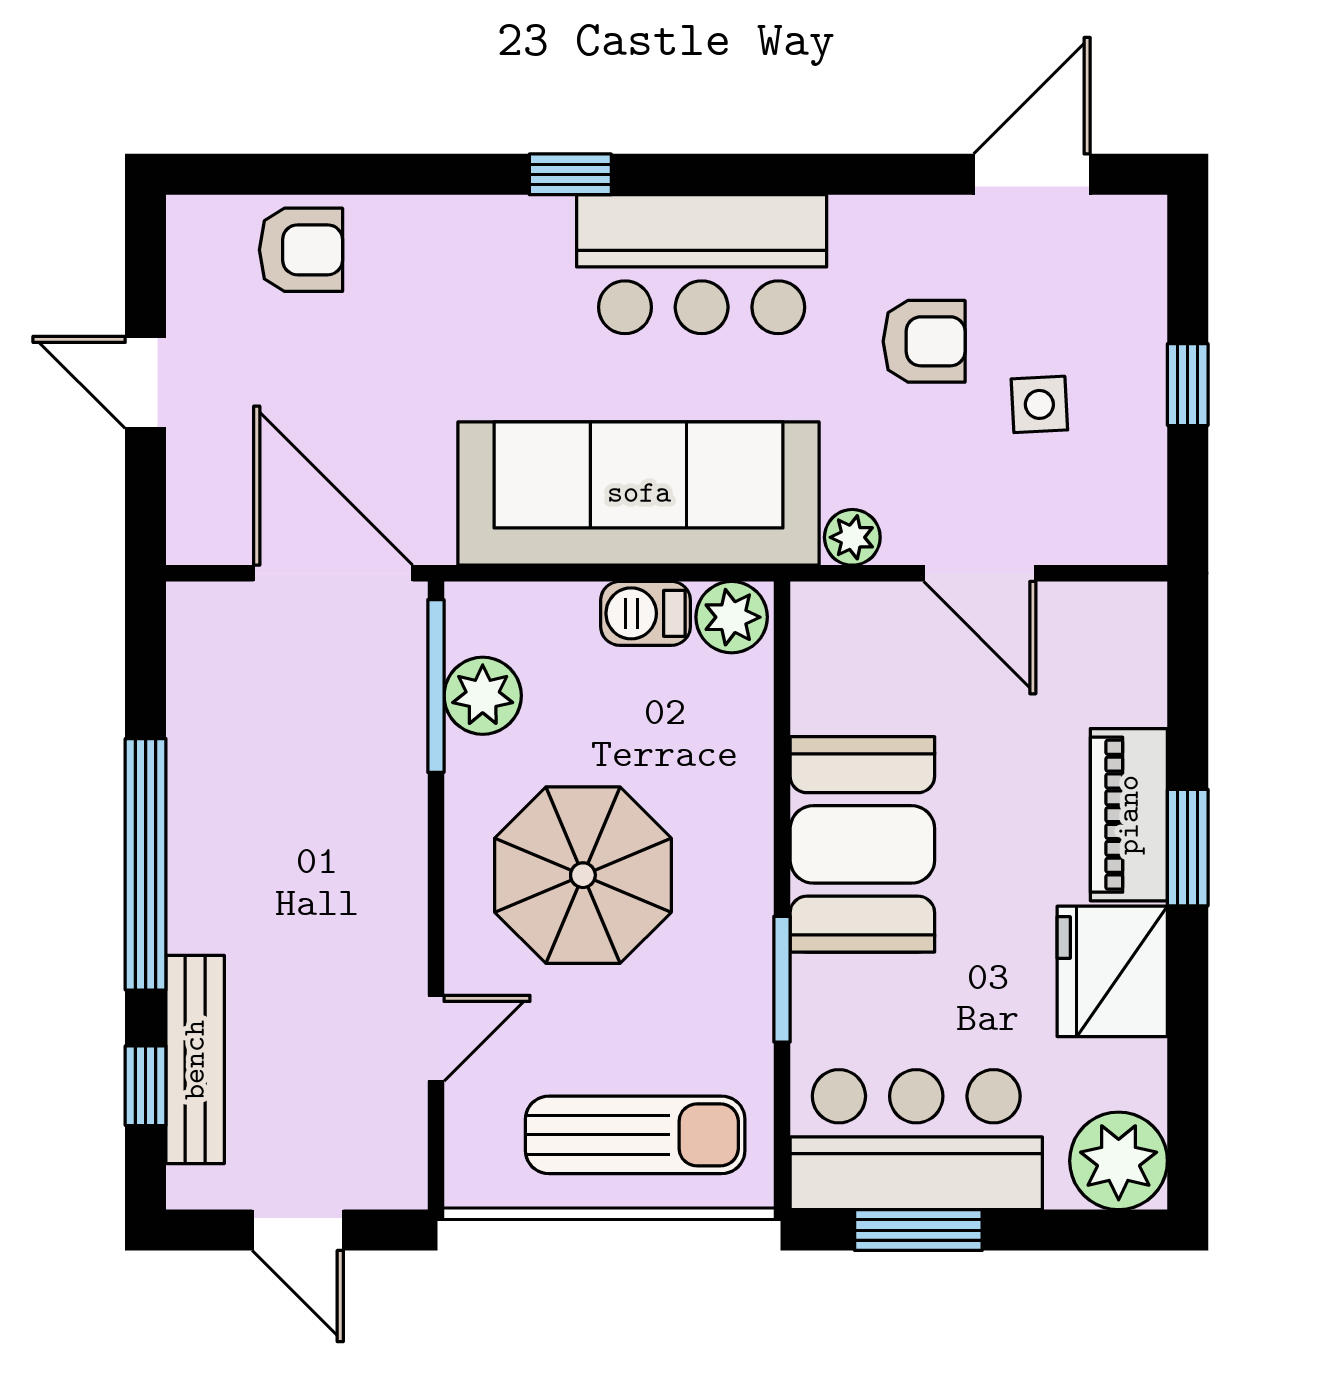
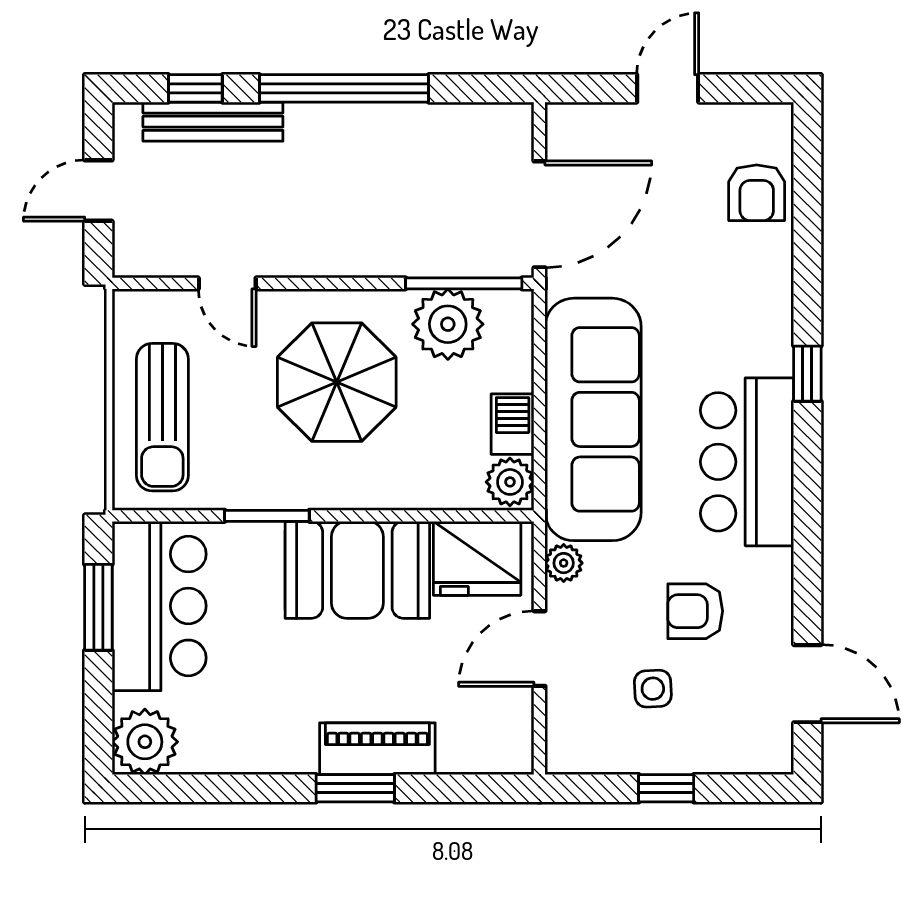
armchair: (924, 341) -> (695, 611), turned 90
plant: (483, 696) -> (448, 324), width x1.36, depth x1.36
fridge: (1112, 971) -> (477, 558), moved, turned 180

